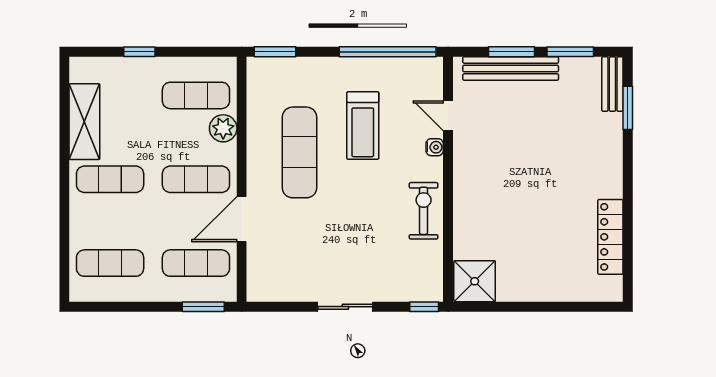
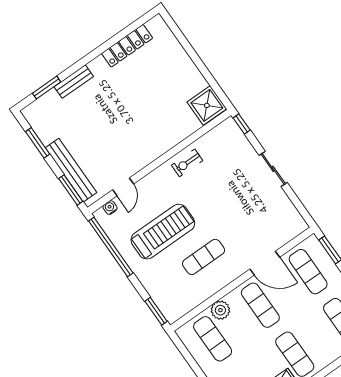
window: (512, 52) -> (71, 190), moved
bench: (612, 84) -> (74, 82), moved
treadmill: (363, 126) -> (163, 232), width x1.37, depth x1.38
water cooler: (435, 147) -> (110, 208), moved
exercise mat: (300, 152) -> (204, 257), width x0.73, depth x0.69
exercise bike: (424, 211) -> (187, 163), width x0.73, depth x0.72

